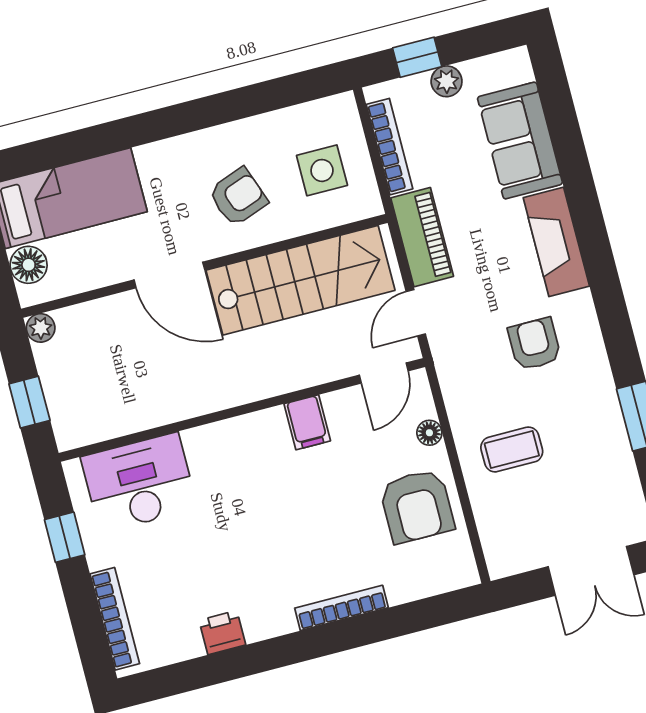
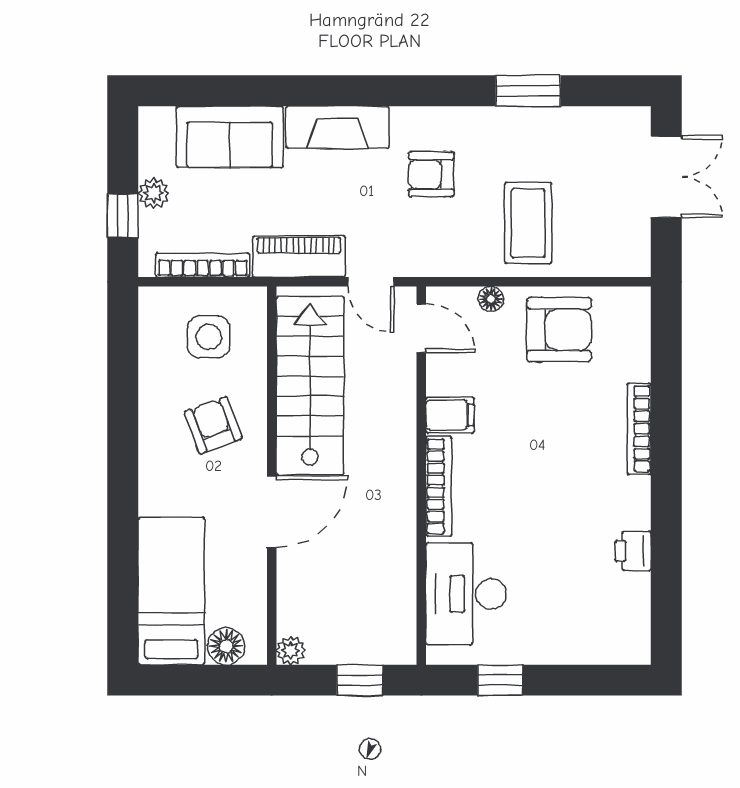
coffee table: (512, 449) -> (528, 223), width x1.36, depth x1.30
bookcase: (115, 619) -> (439, 486), moved, turned 90

